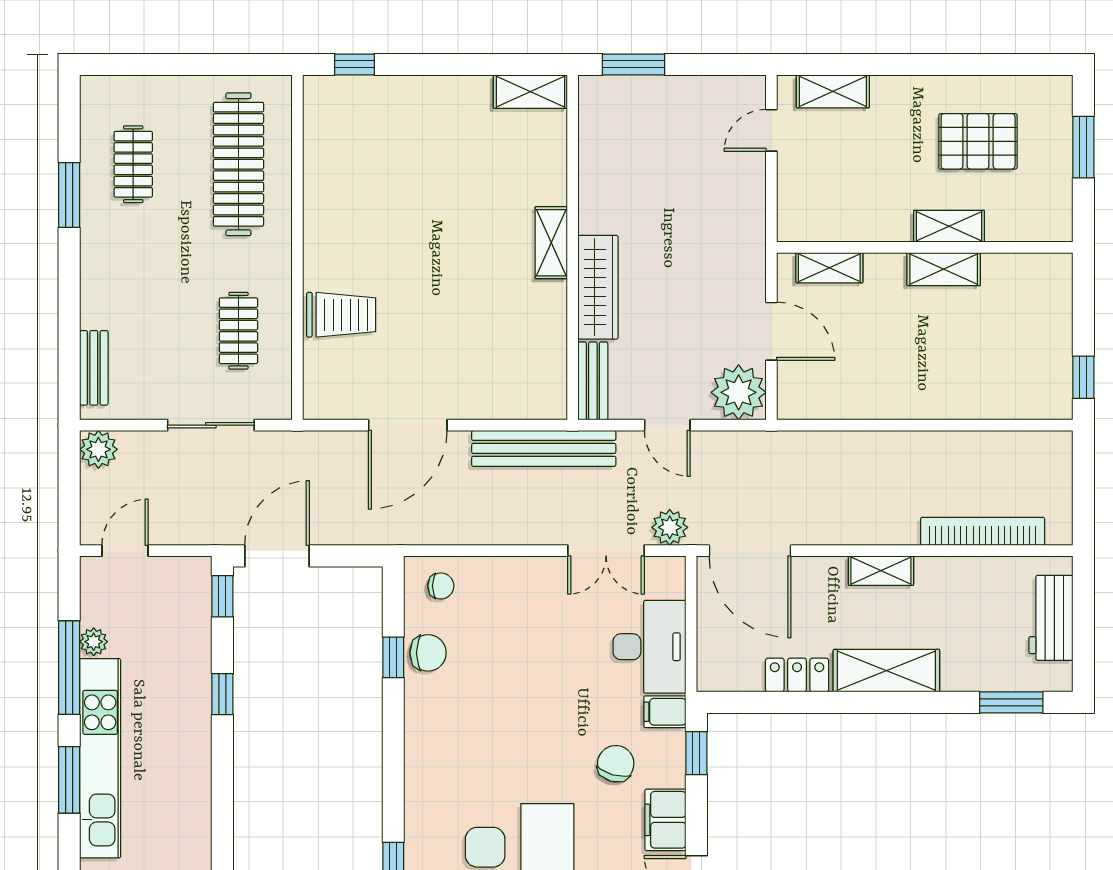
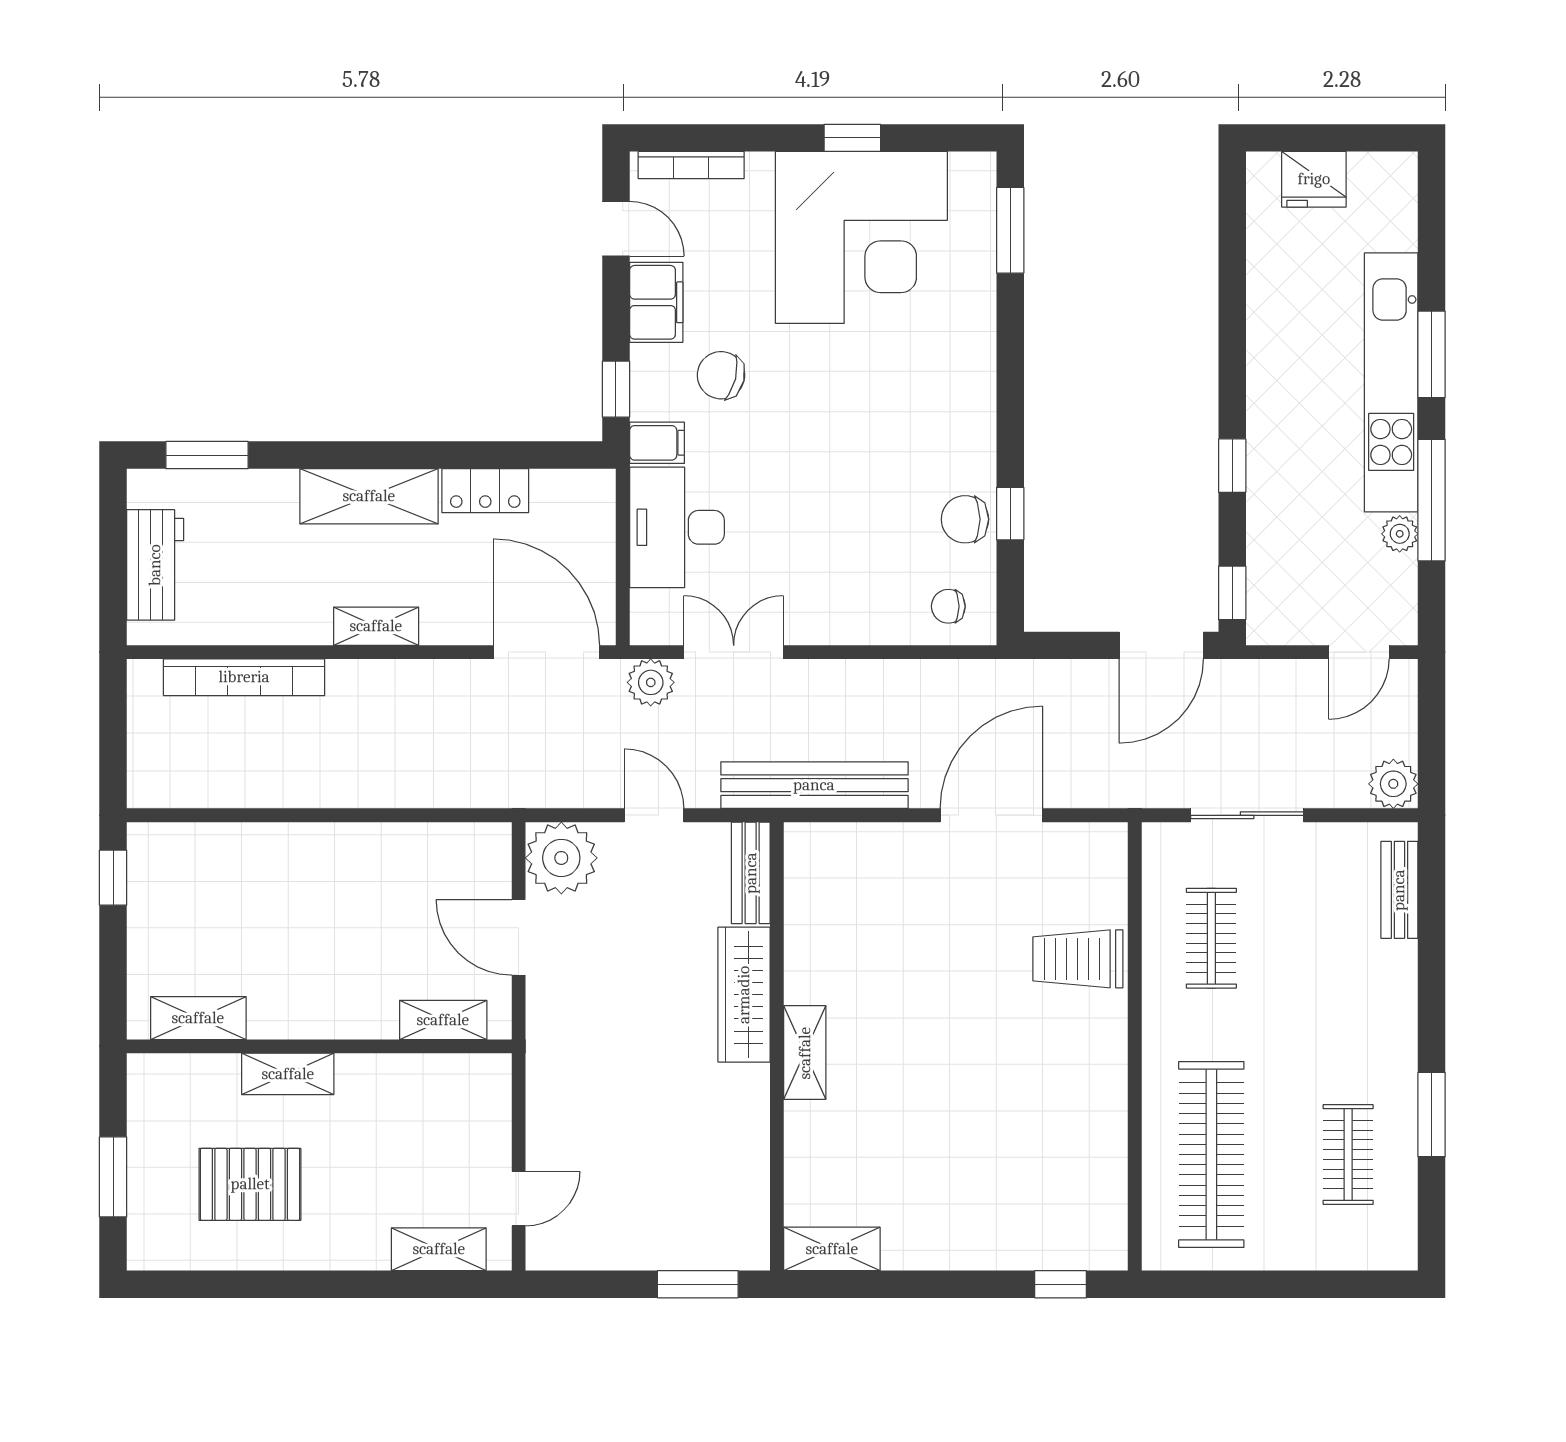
shelving: (944, 269) -> (198, 1018), moved
chair: (616, 764) -> (721, 375), turned 88

